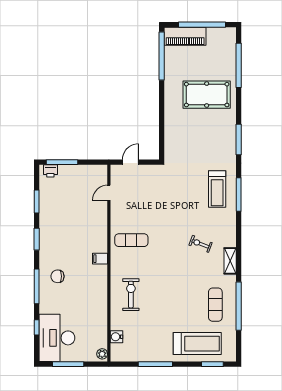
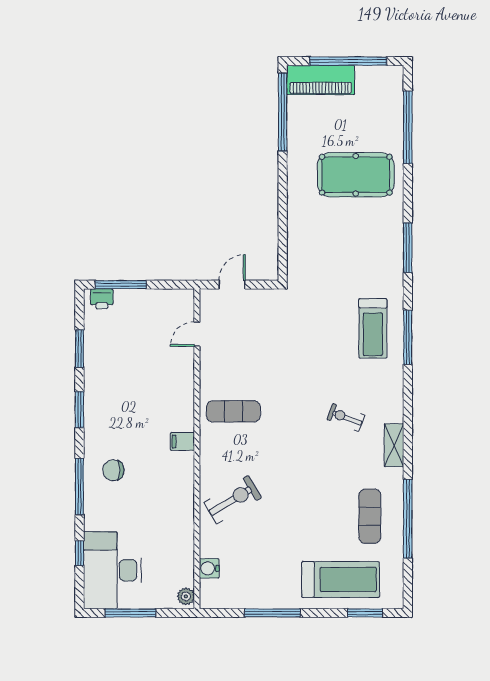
exercise bike: (131, 295) -> (233, 500), turned 59

